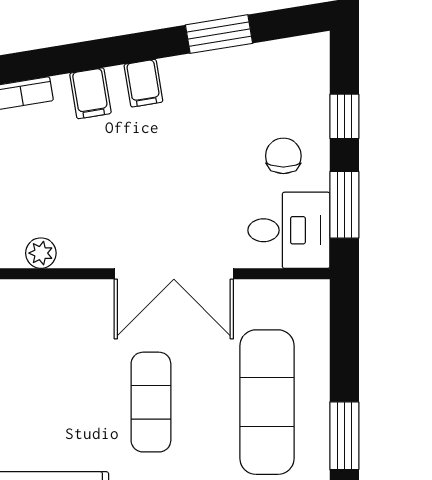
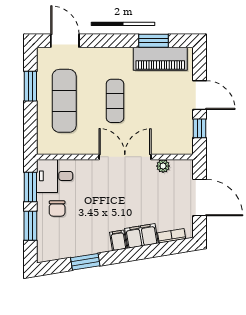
filing cabinet: (90, 93) -> (141, 236), width x2.00
window: (344, 116) -> (30, 226), width x1.50
double door: (174, 274) -> (125, 157), moved

